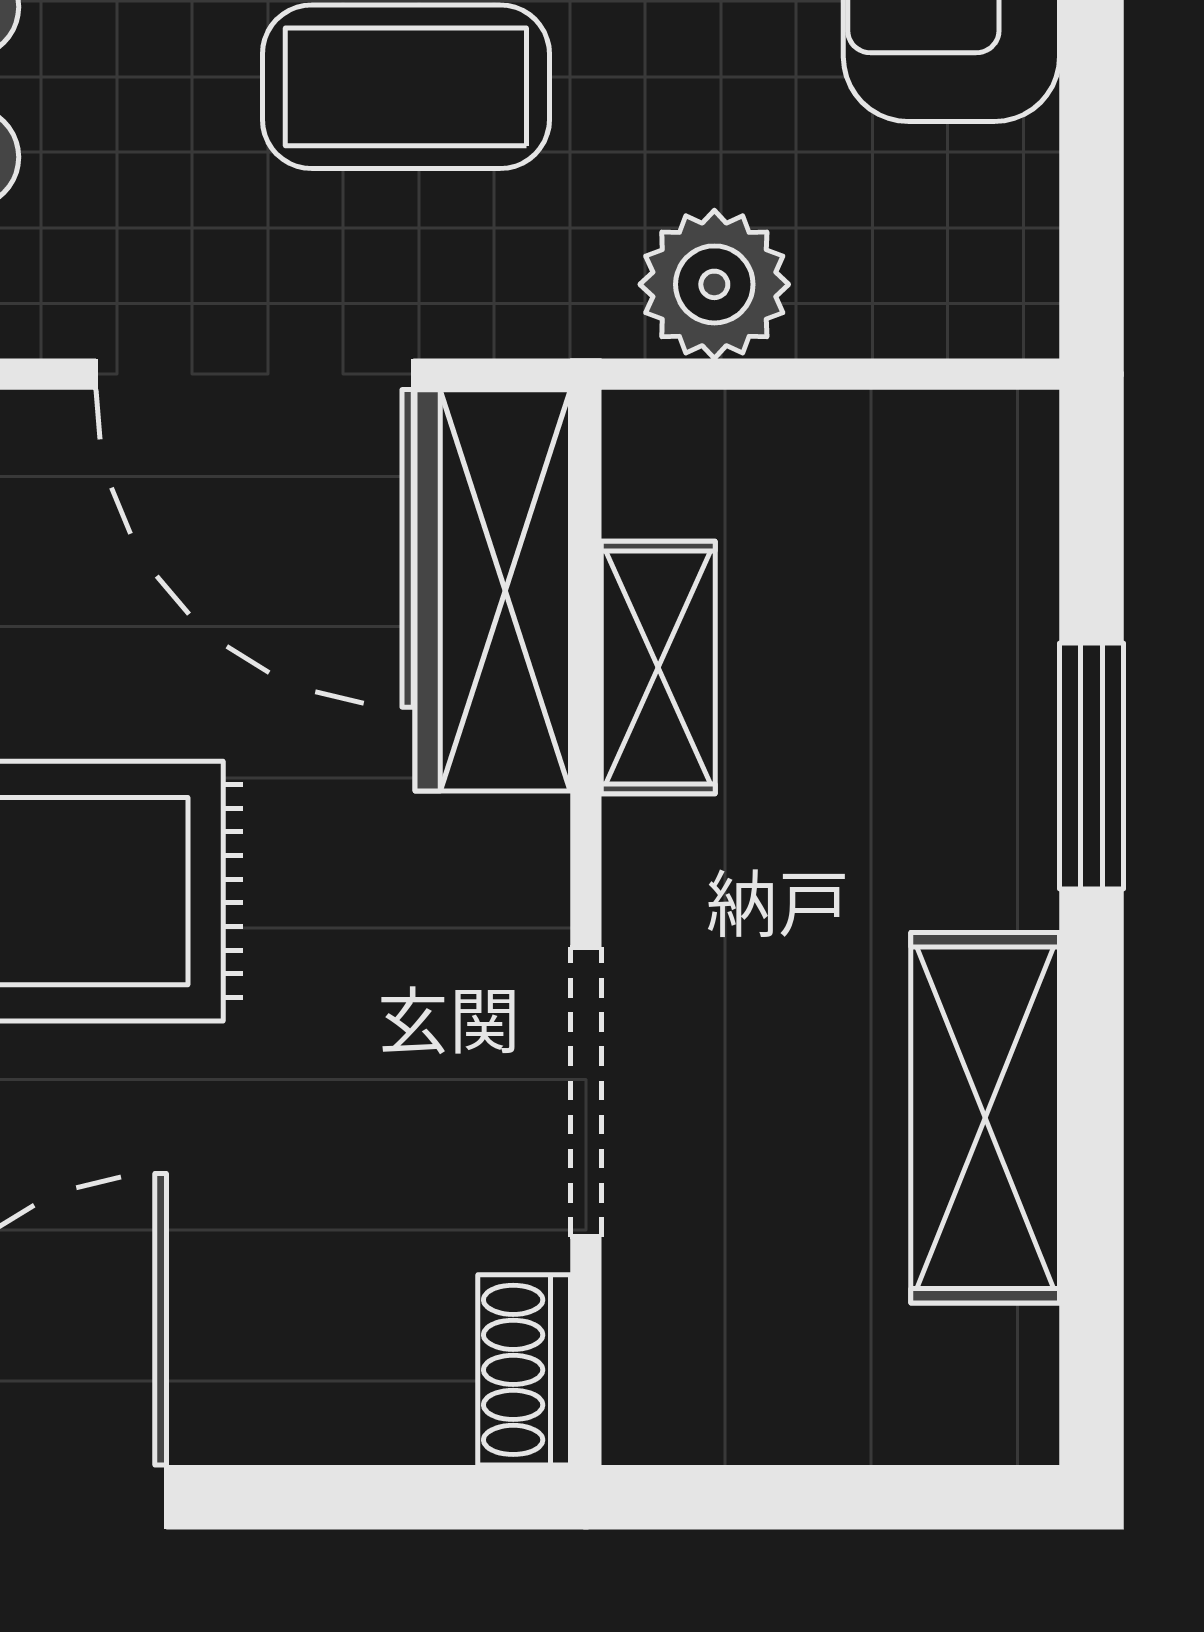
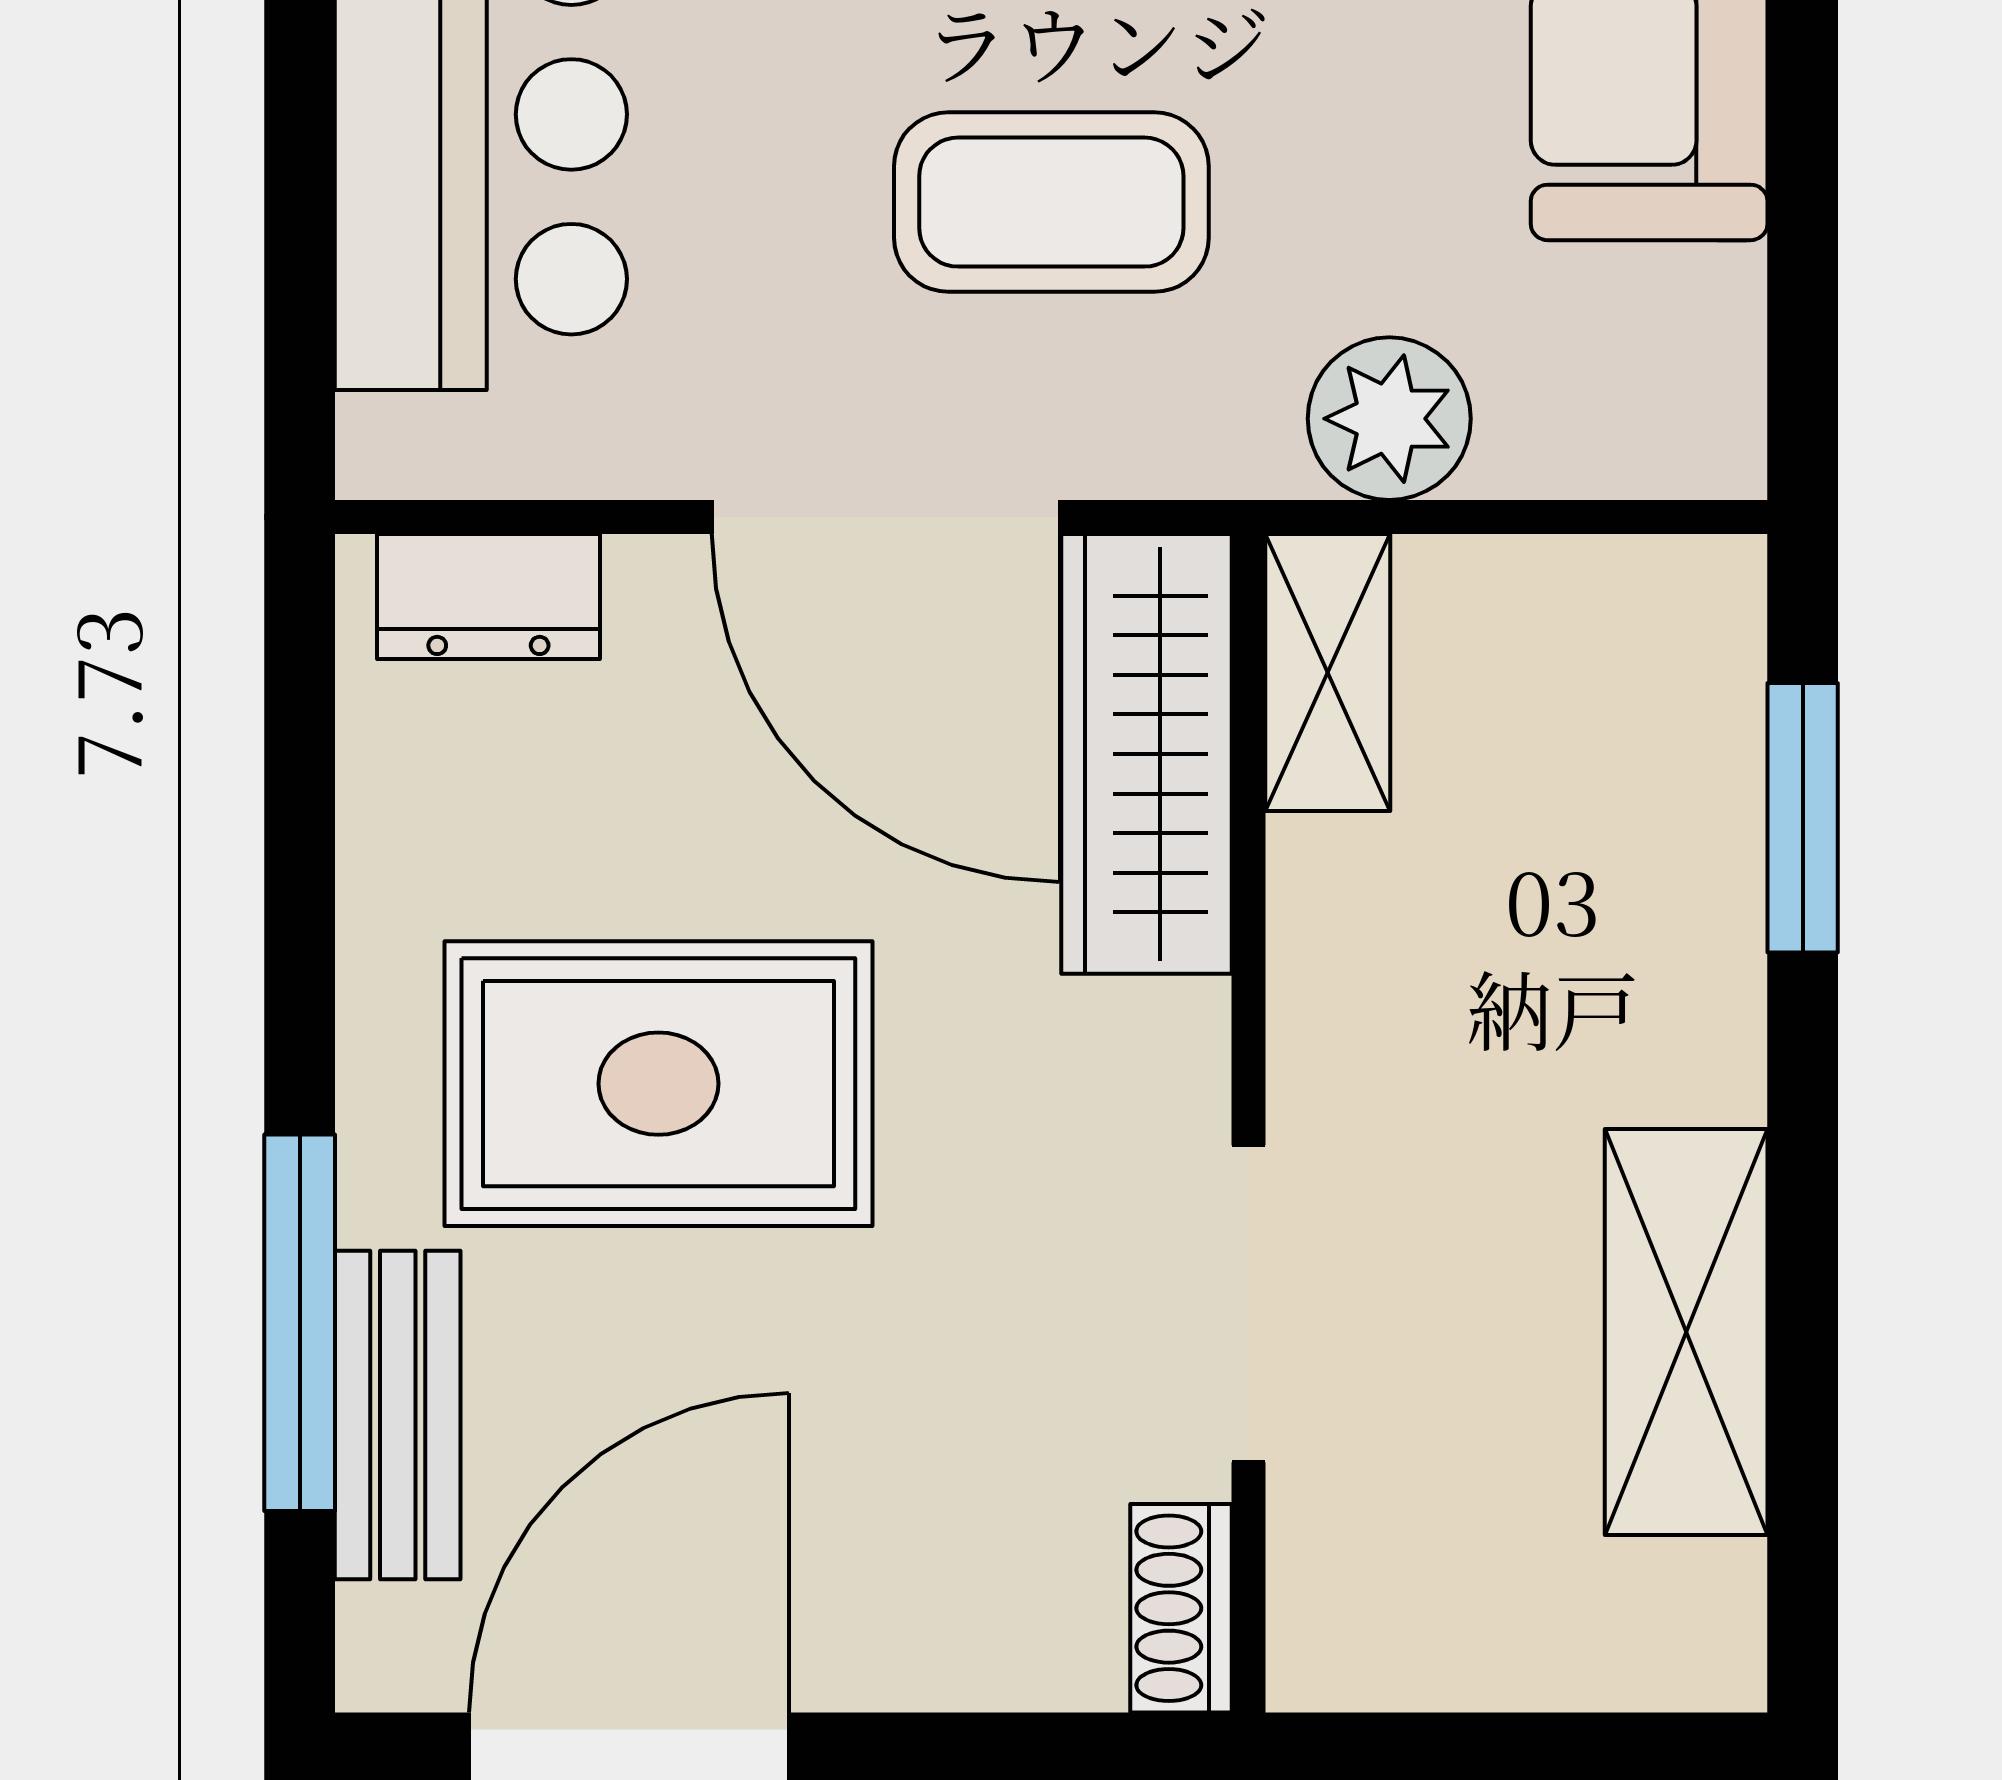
shelving: (658, 668) -> (1328, 673), moved
window: (1091, 766) -> (1803, 818), moved

